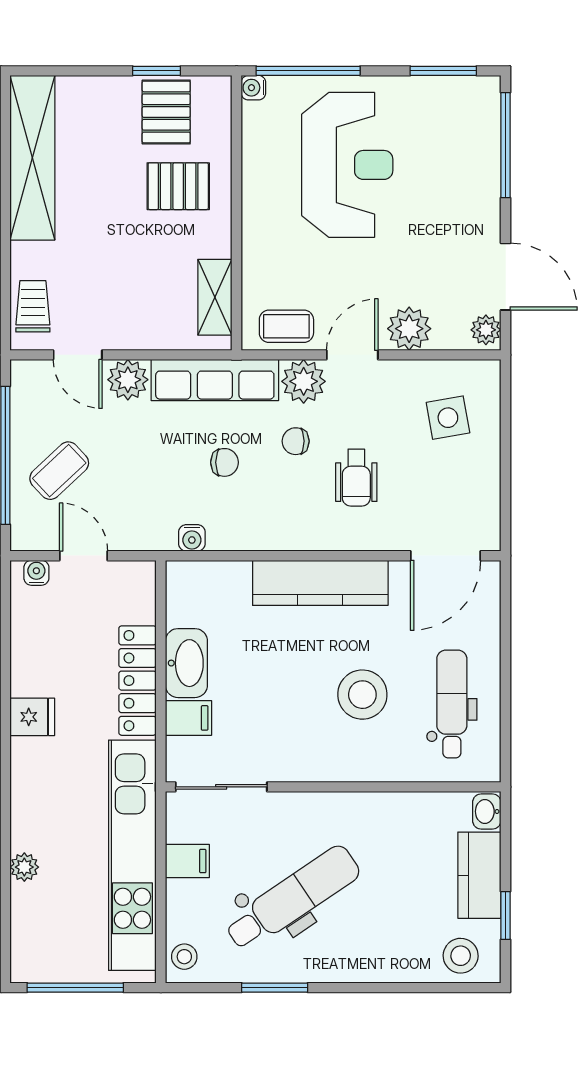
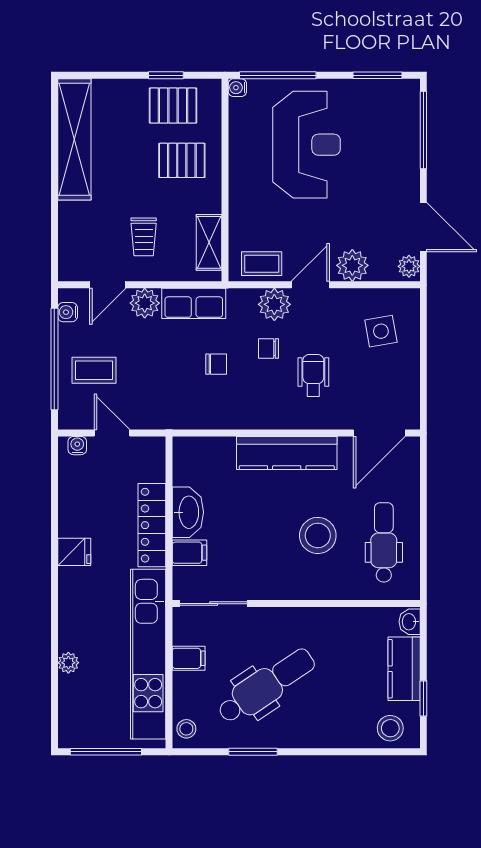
pallet: (166, 112) -> (173, 106), turned 90
trolley: (33, 306) -> (144, 237), moved, turned 180
door: (78, 355) -> (108, 285), hinge flipped
row of seats: (215, 380) -> (194, 303), width x0.68
coffee table: (59, 471) -> (94, 370), turned 43
wheelchair: (356, 478) -> (313, 375), turned 180
water cooler: (192, 538) -> (68, 312), moved, turned 90

